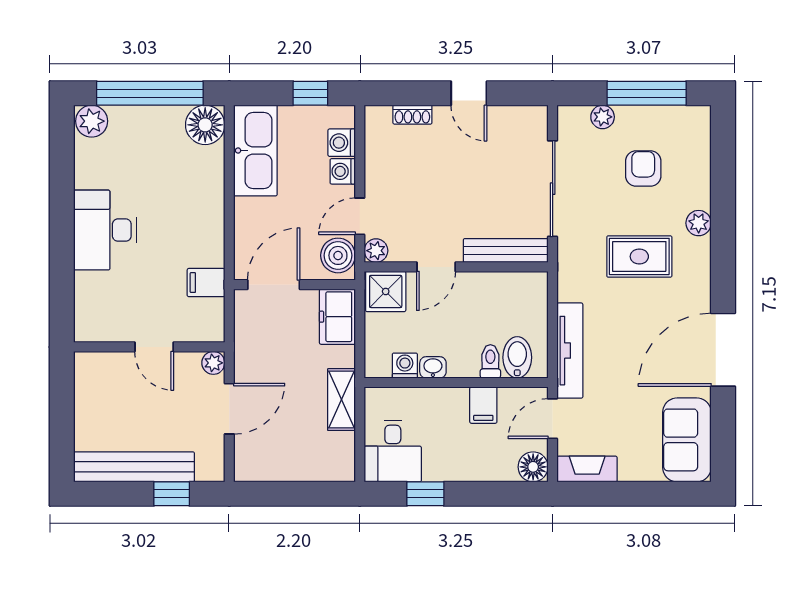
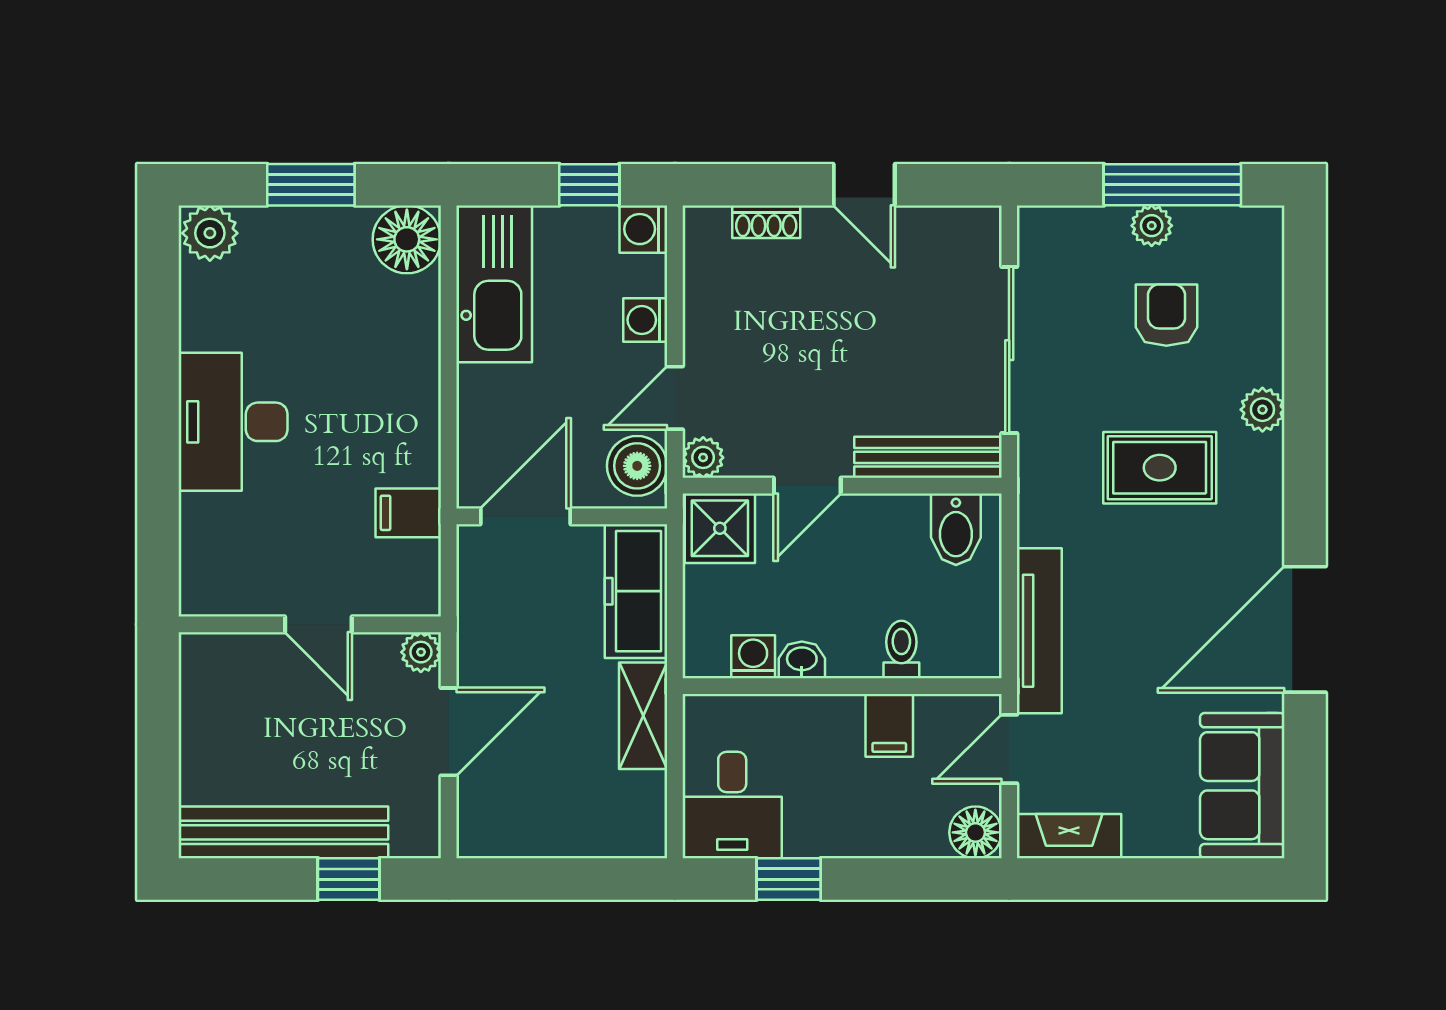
window: (150, 93) -> (311, 185), width x0.47
plant: (603, 117) -> (1152, 226), moved
washing machine: (342, 143) -> (643, 229), moved
freezer: (337, 317) -> (636, 591), width x1.40
bidet: (517, 357) -> (956, 529), moved, turned 180

